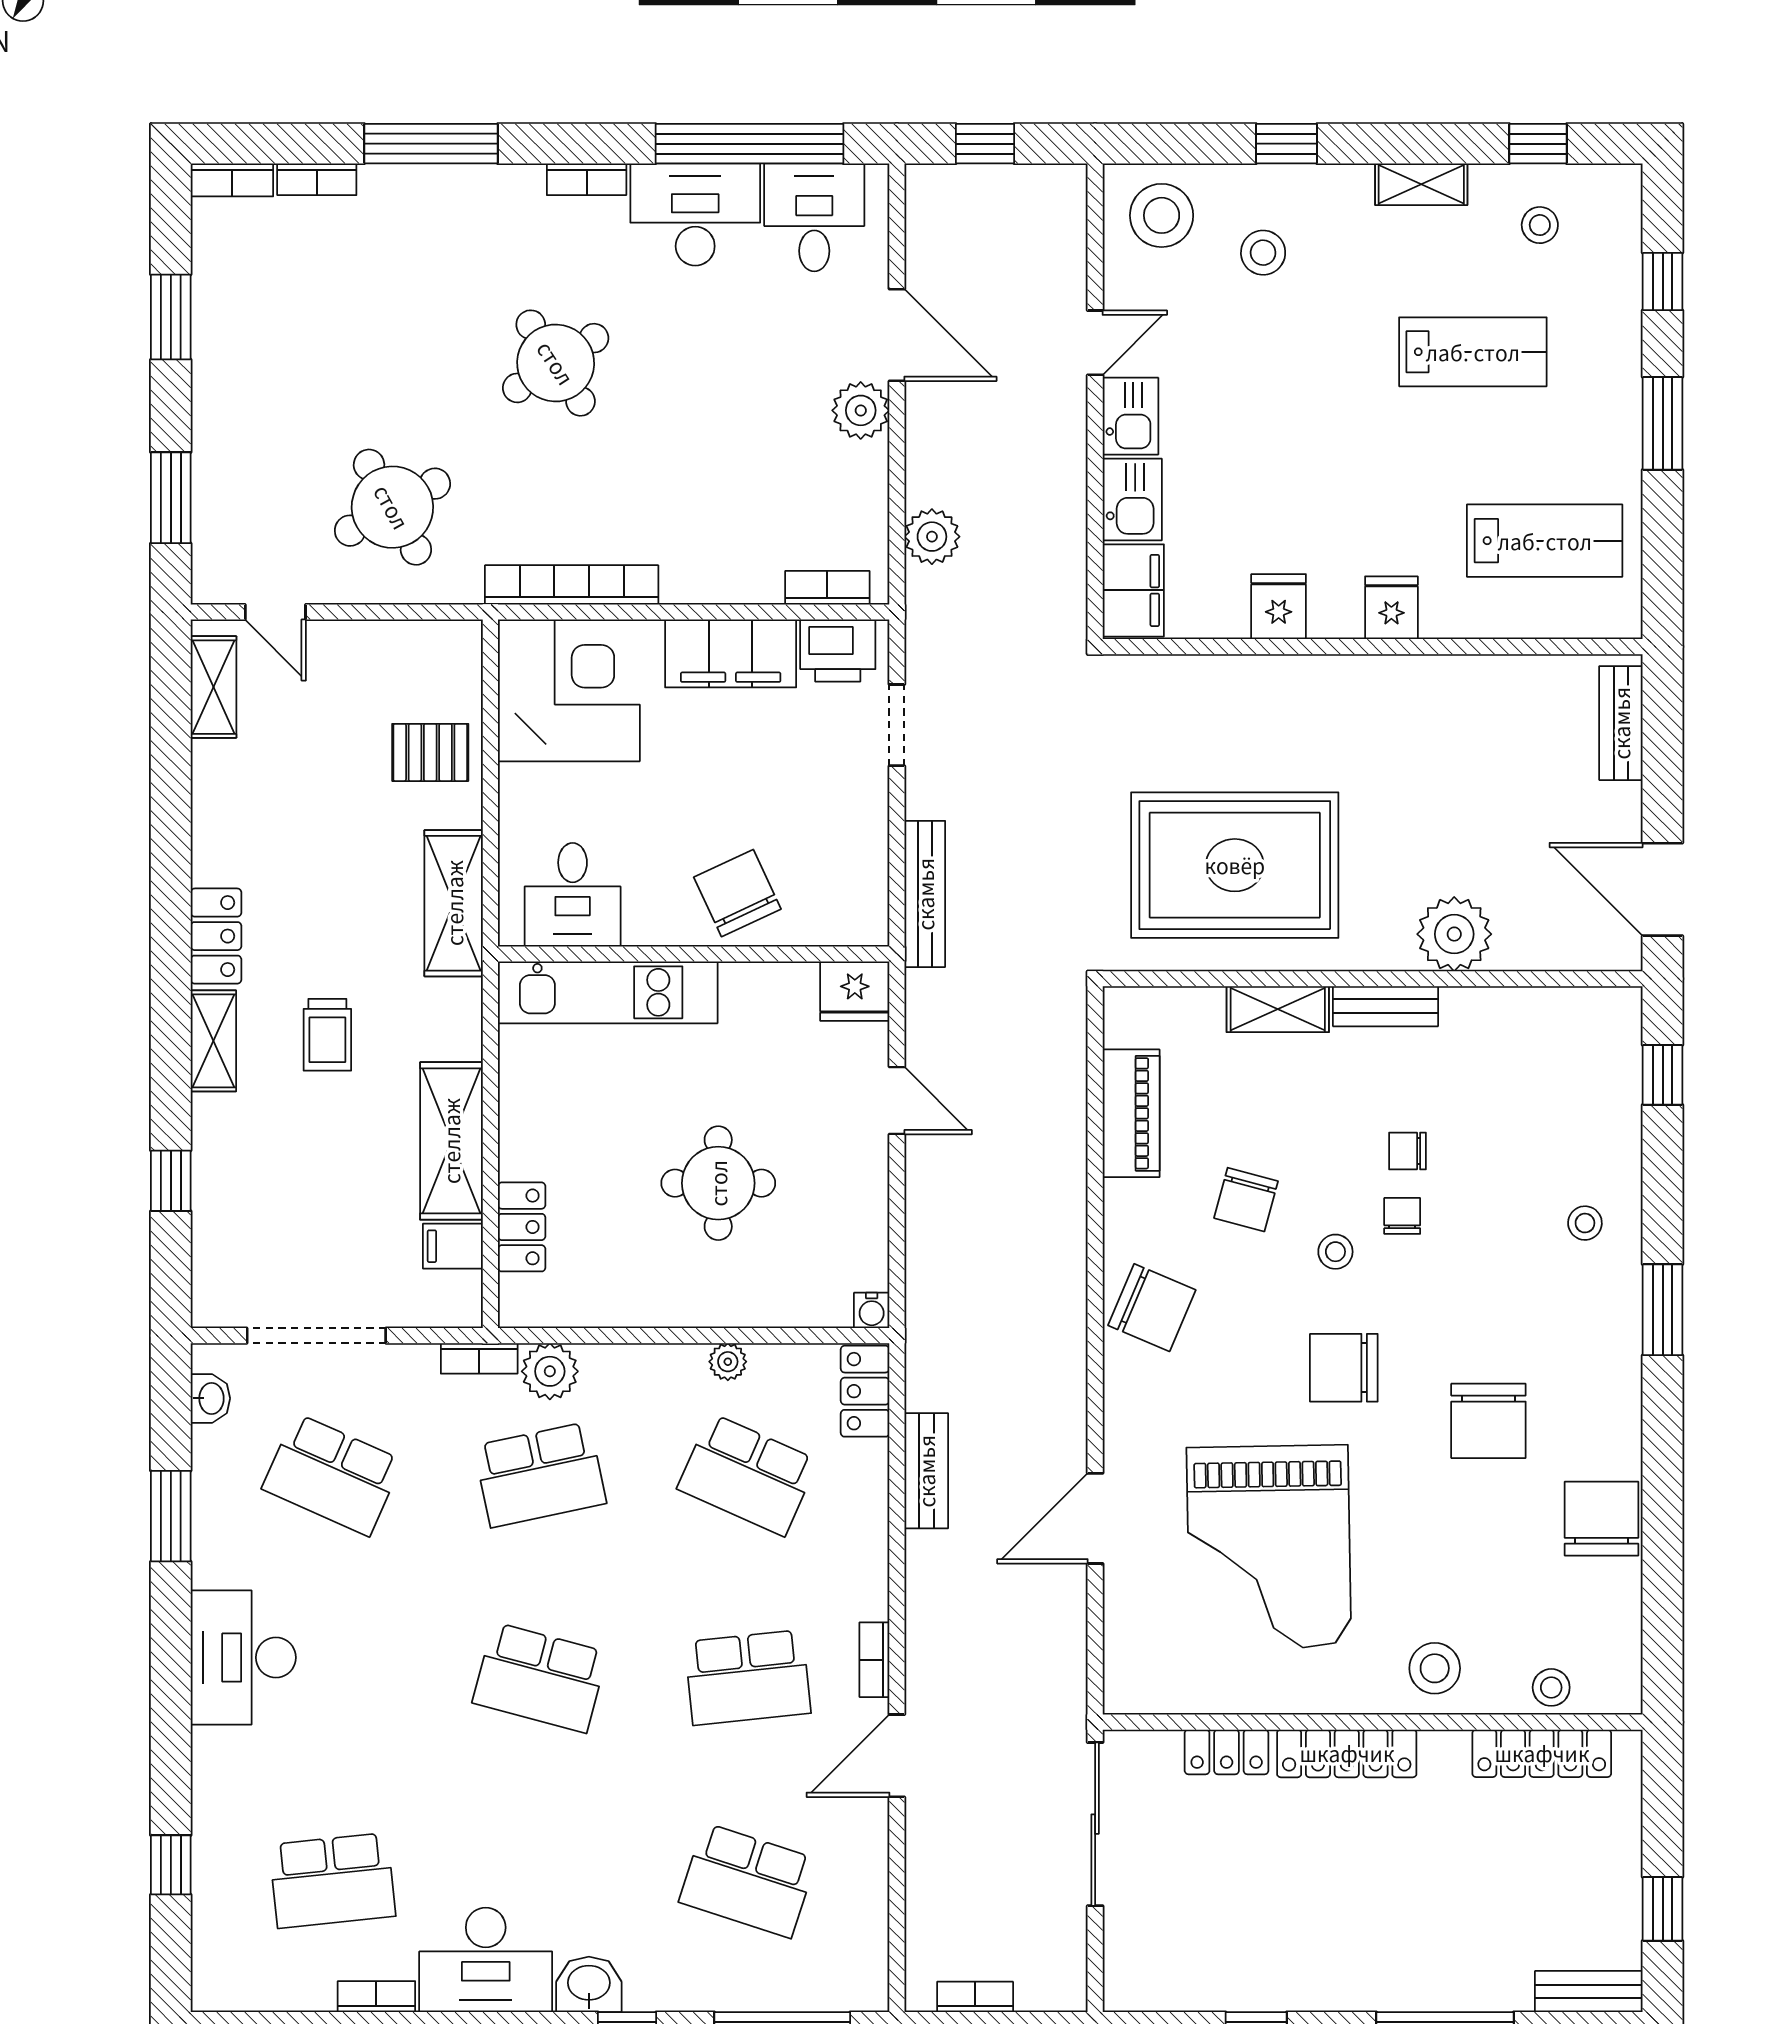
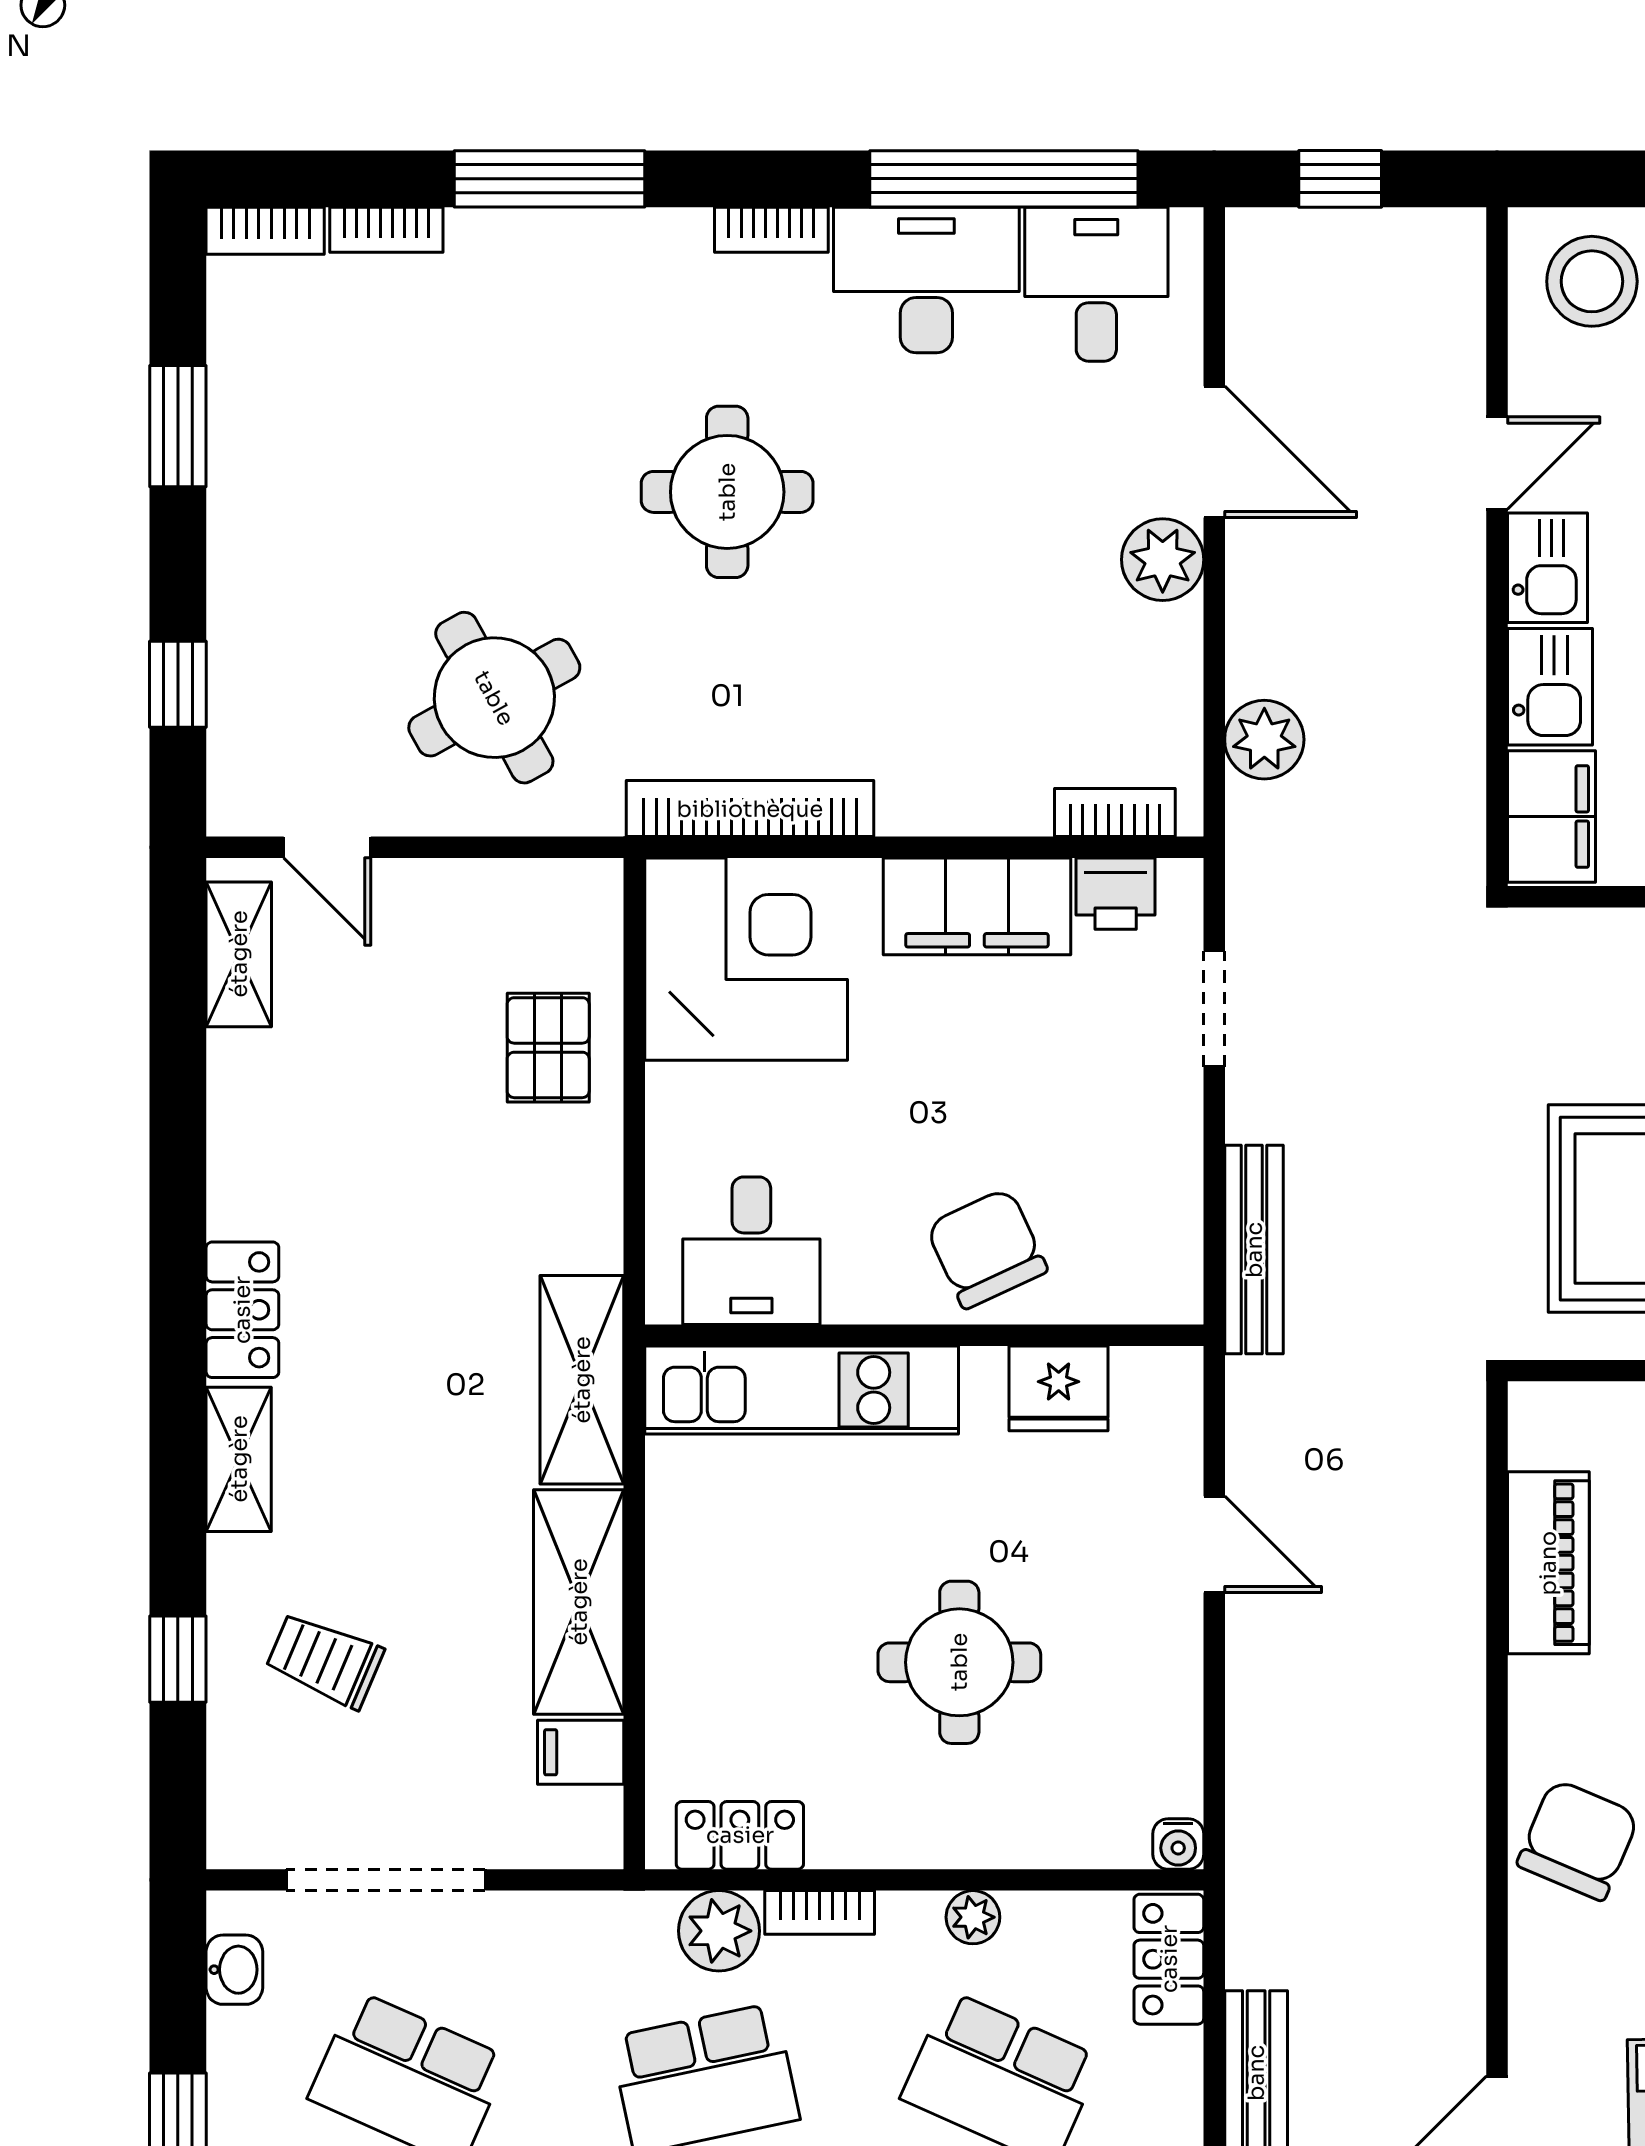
round table: (556, 363) -> (727, 492), turned 33
window: (171, 498) -> (178, 684), width x0.67
printer: (838, 651) -> (1116, 894), width x0.73, depth x0.81
pallet: (430, 752) -> (548, 1048), turned 90
shelving: (454, 903) -> (582, 1380), moved
fridge: (855, 991) -> (1059, 1388), moved
trolley: (327, 1035) -> (325, 1660), moved, turned 113
locker: (522, 1227) -> (740, 1835), moved, turned -90
chair: (1152, 1308) -> (1578, 1840), turned -90
bookcase: (479, 1358) -> (820, 1912), moved

